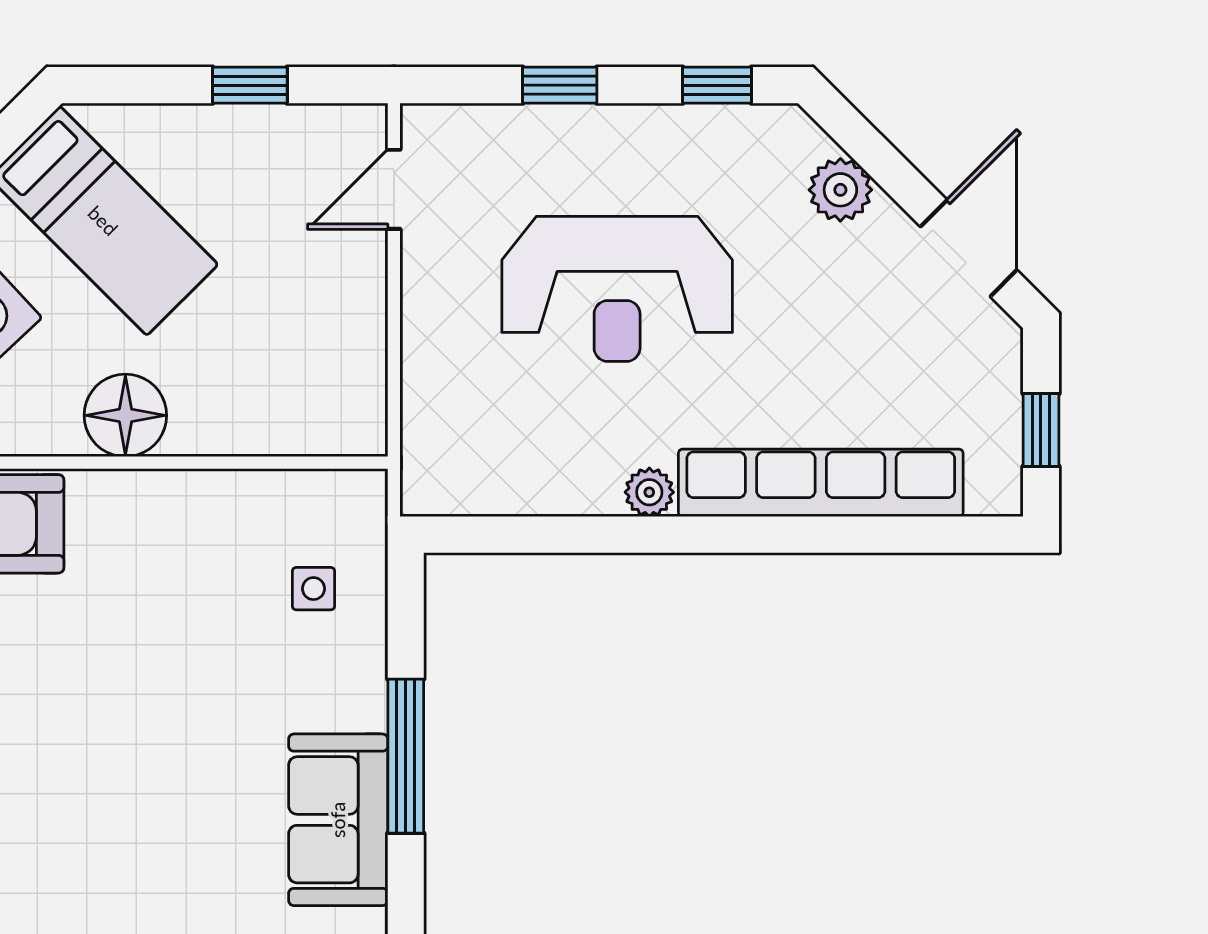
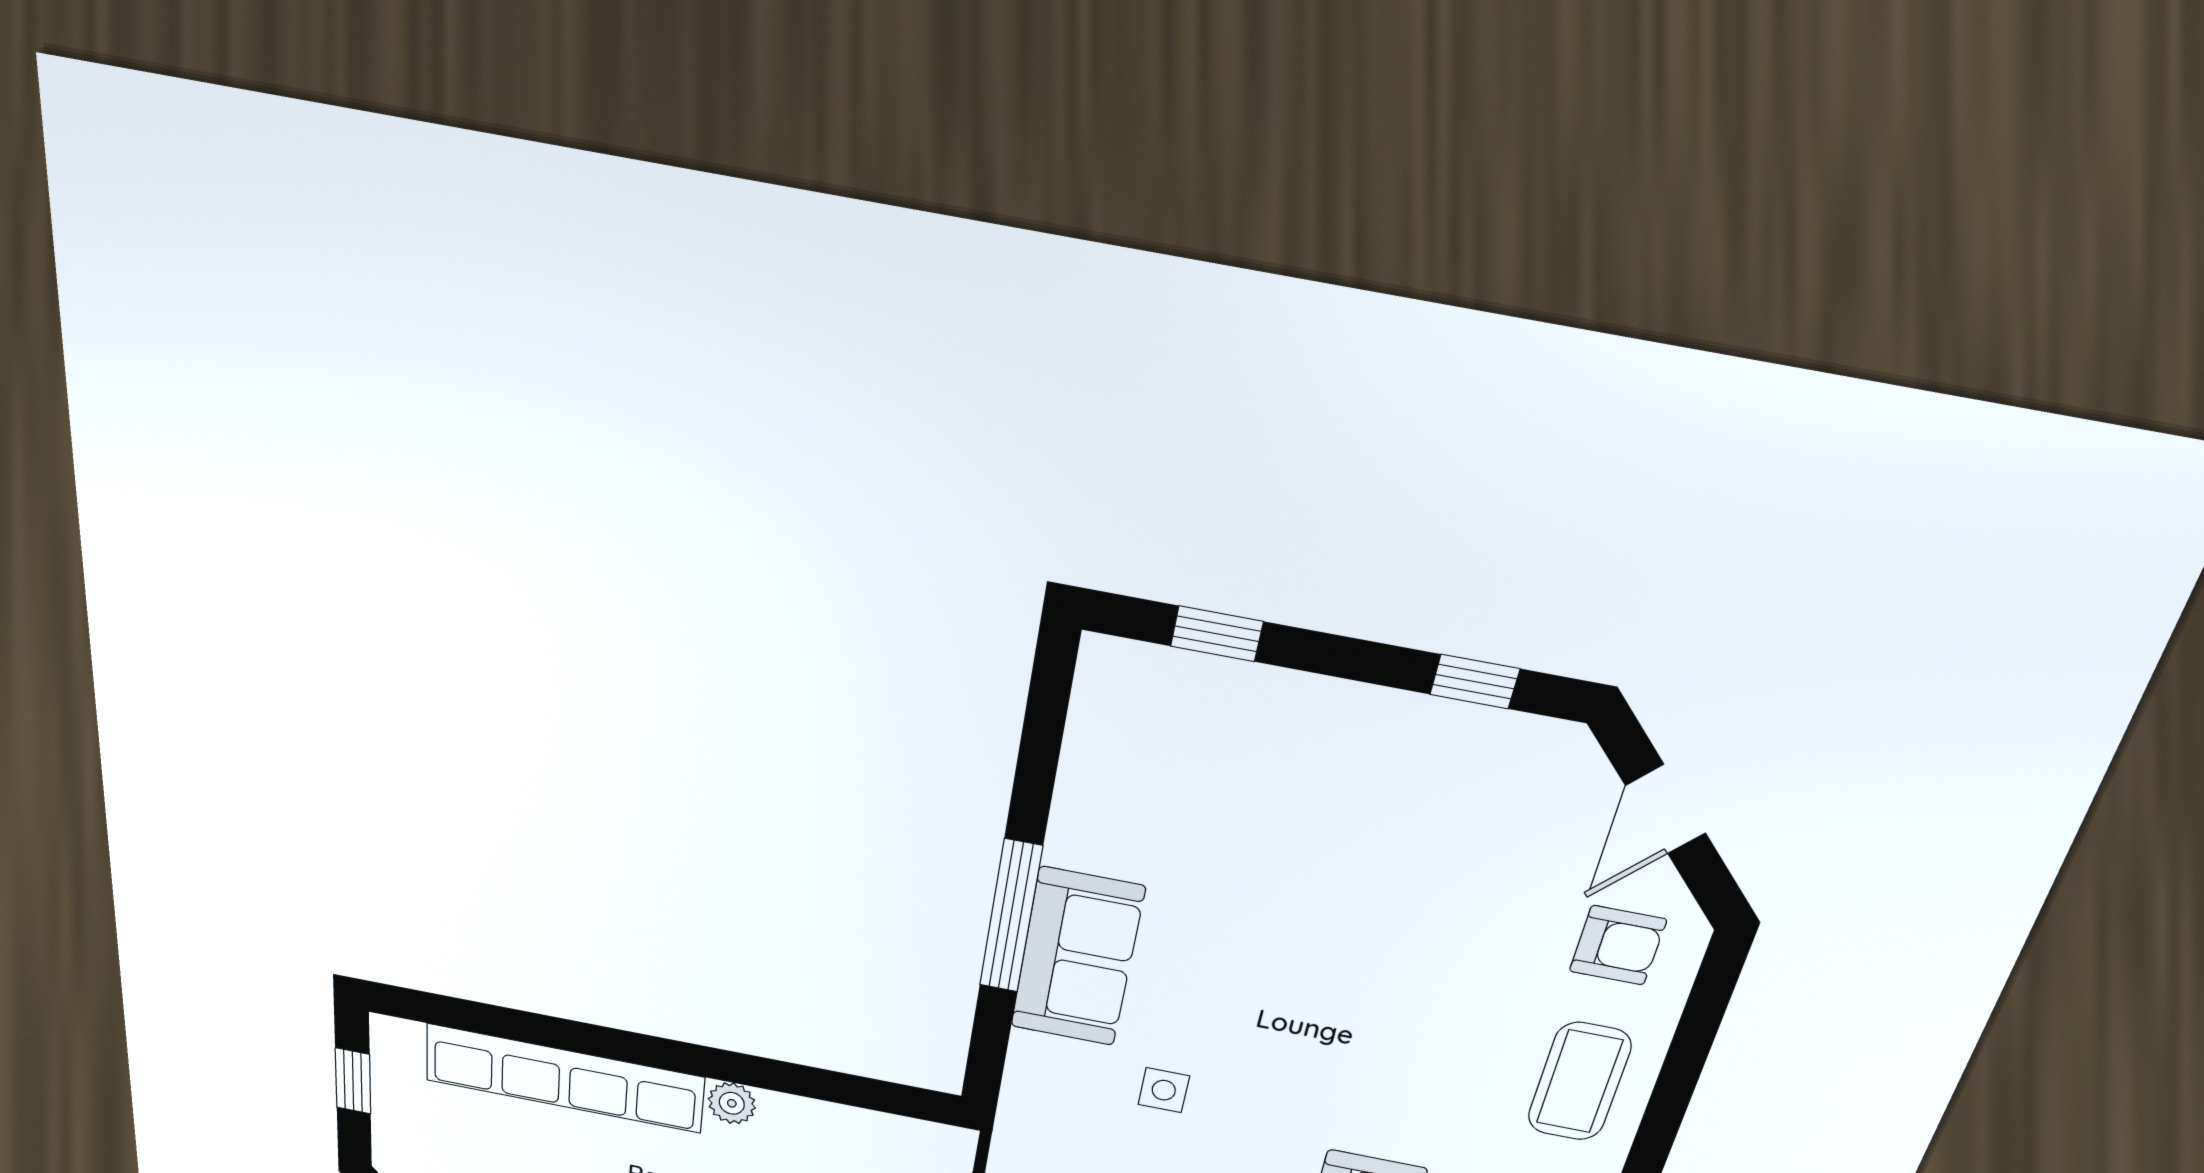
side table: (313, 589) -> (1164, 1090), moved
sofa: (338, 820) -> (1077, 957), moved

